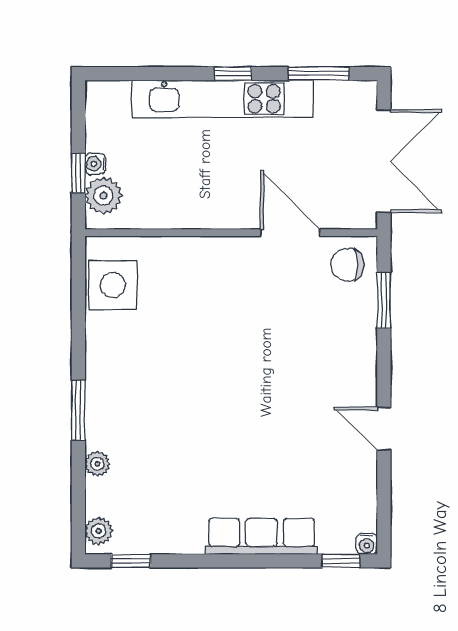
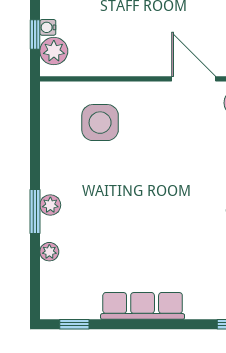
side table: (113, 285) -> (100, 123), moved
plant: (99, 531) -> (50, 205), moved
row of seats: (262, 536) -> (143, 306), moved

